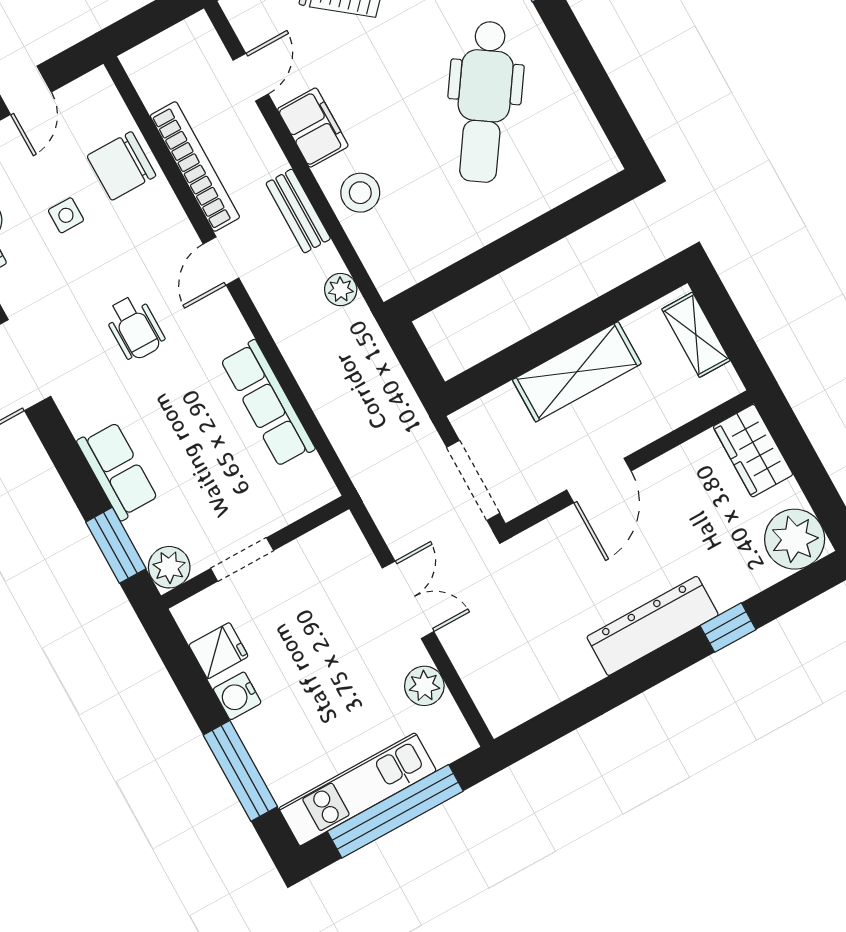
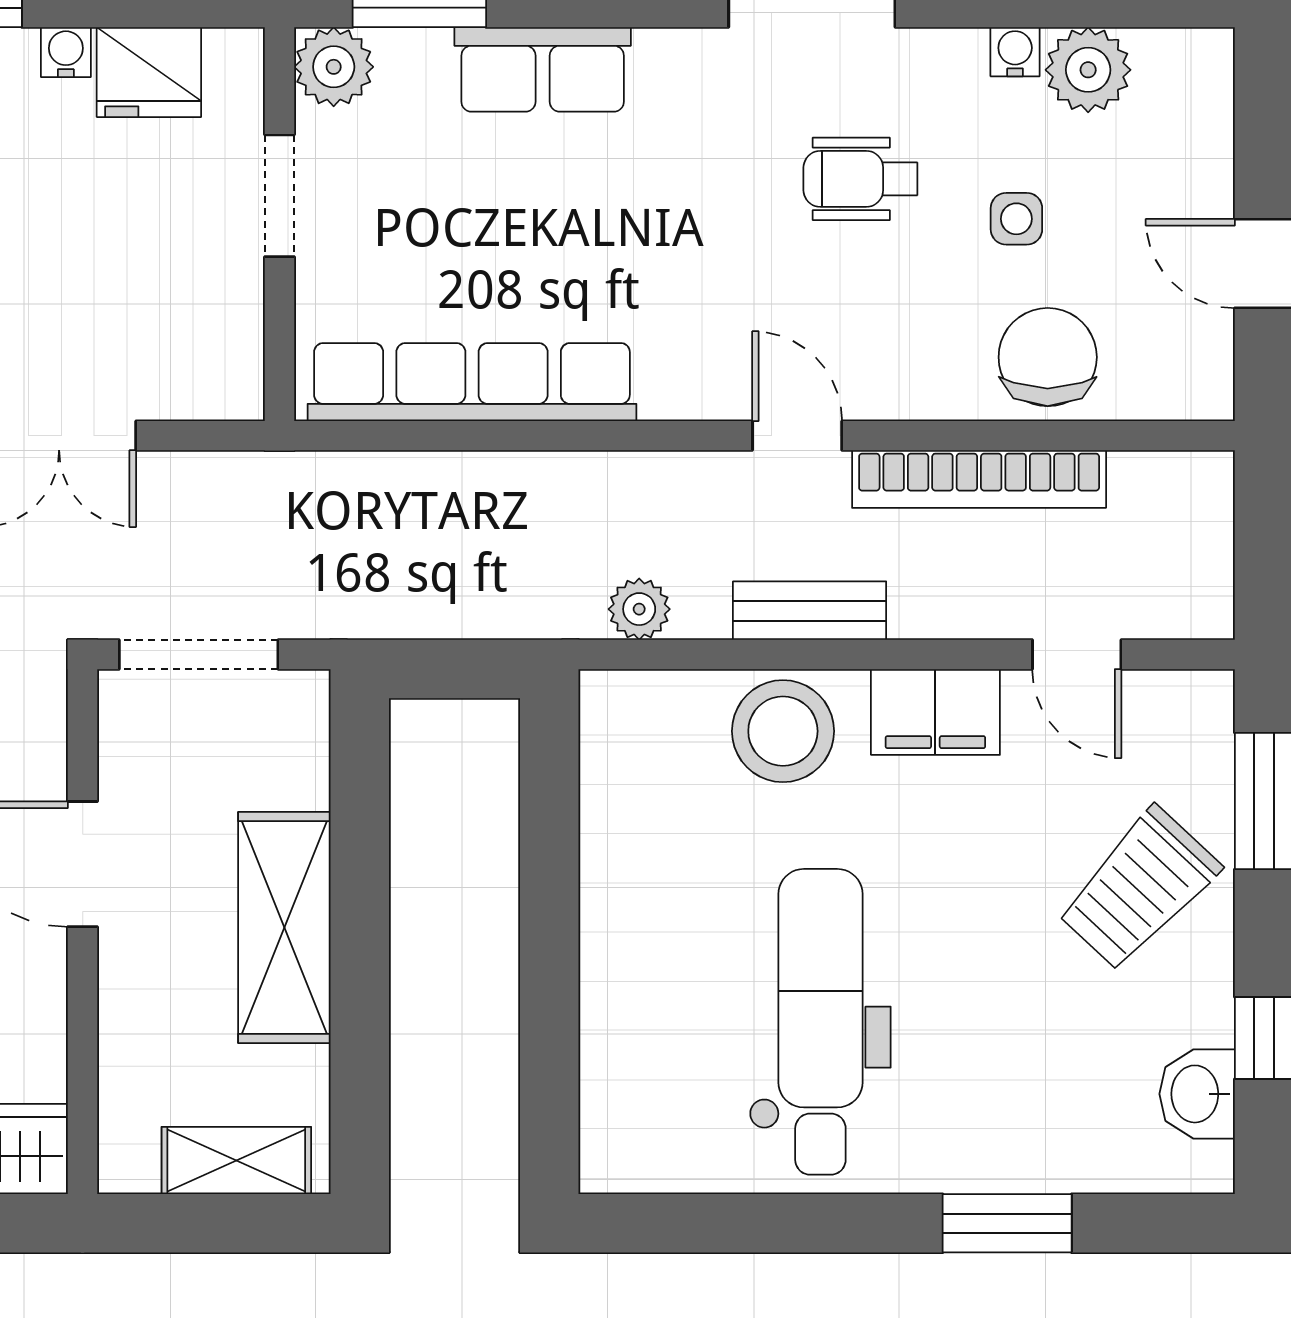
dental chair: (484, 102) -> (820, 1022), turned 56
stool: (360, 193) -> (783, 731), width x1.38, depth x1.38
wheelchair: (135, 328) -> (860, 179), moved
row of seats: (268, 404) -> (472, 382), width x1.36
fridge: (218, 651) -> (149, 72), width x1.38
water cooler: (237, 696) -> (66, 52), width x0.72, depth x0.72

